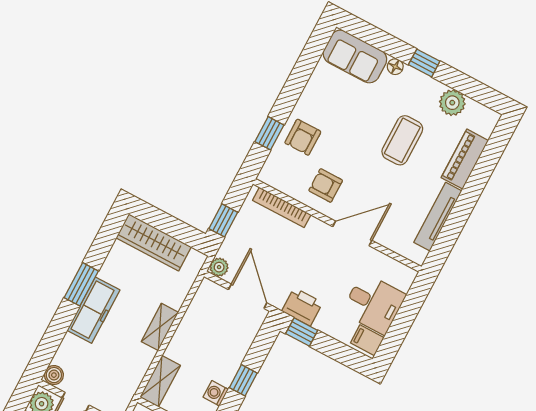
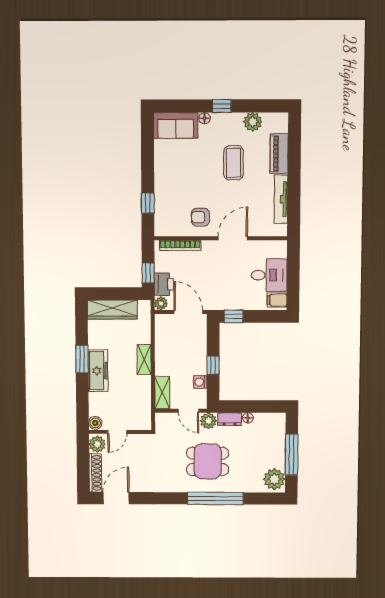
armchair: (303, 137) -> (170, 194), removed
printer: (302, 307) -> (164, 284), moved, turned 90

